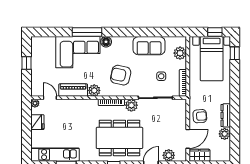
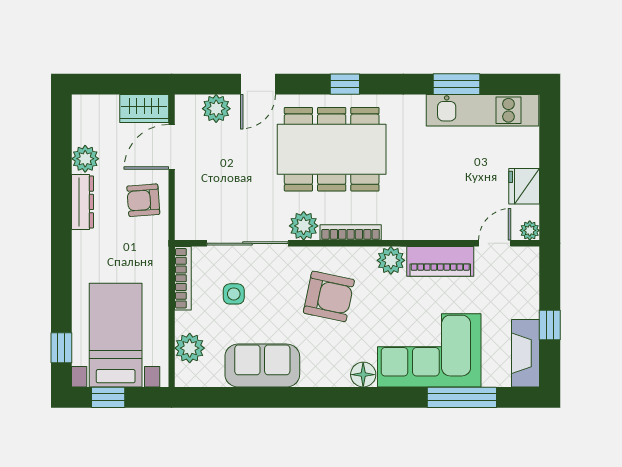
window: (87, 32) -> (462, 397), moved
fireplace: (37, 51) -> (526, 353), added
door: (50, 98) -> (495, 243), swing flipped

